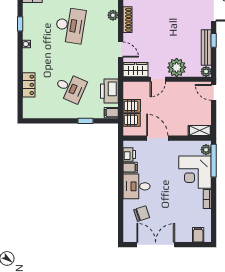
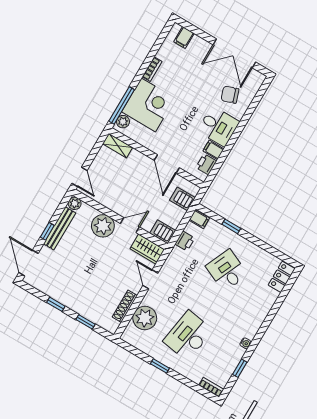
plant: (113, 15) -> (145, 318), width x1.88, depth x1.88
locker: (29, 85) -> (282, 277), moved
printer: (109, 91) -> (185, 241), width x0.53, depth x0.68
server rack: (132, 106) -> (163, 232), moved

